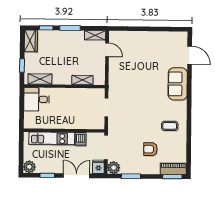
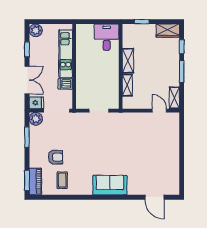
door: (107, 50) -> (159, 111), swing flipped
door: (190, 55) -> (154, 197), hinge flipped
shelving: (40, 79) -> (128, 61), moved
sofa: (178, 84) -> (110, 185), moved
coffee table: (170, 126) -> (62, 180), moved
armchair: (150, 149) -> (56, 157), turned 90

